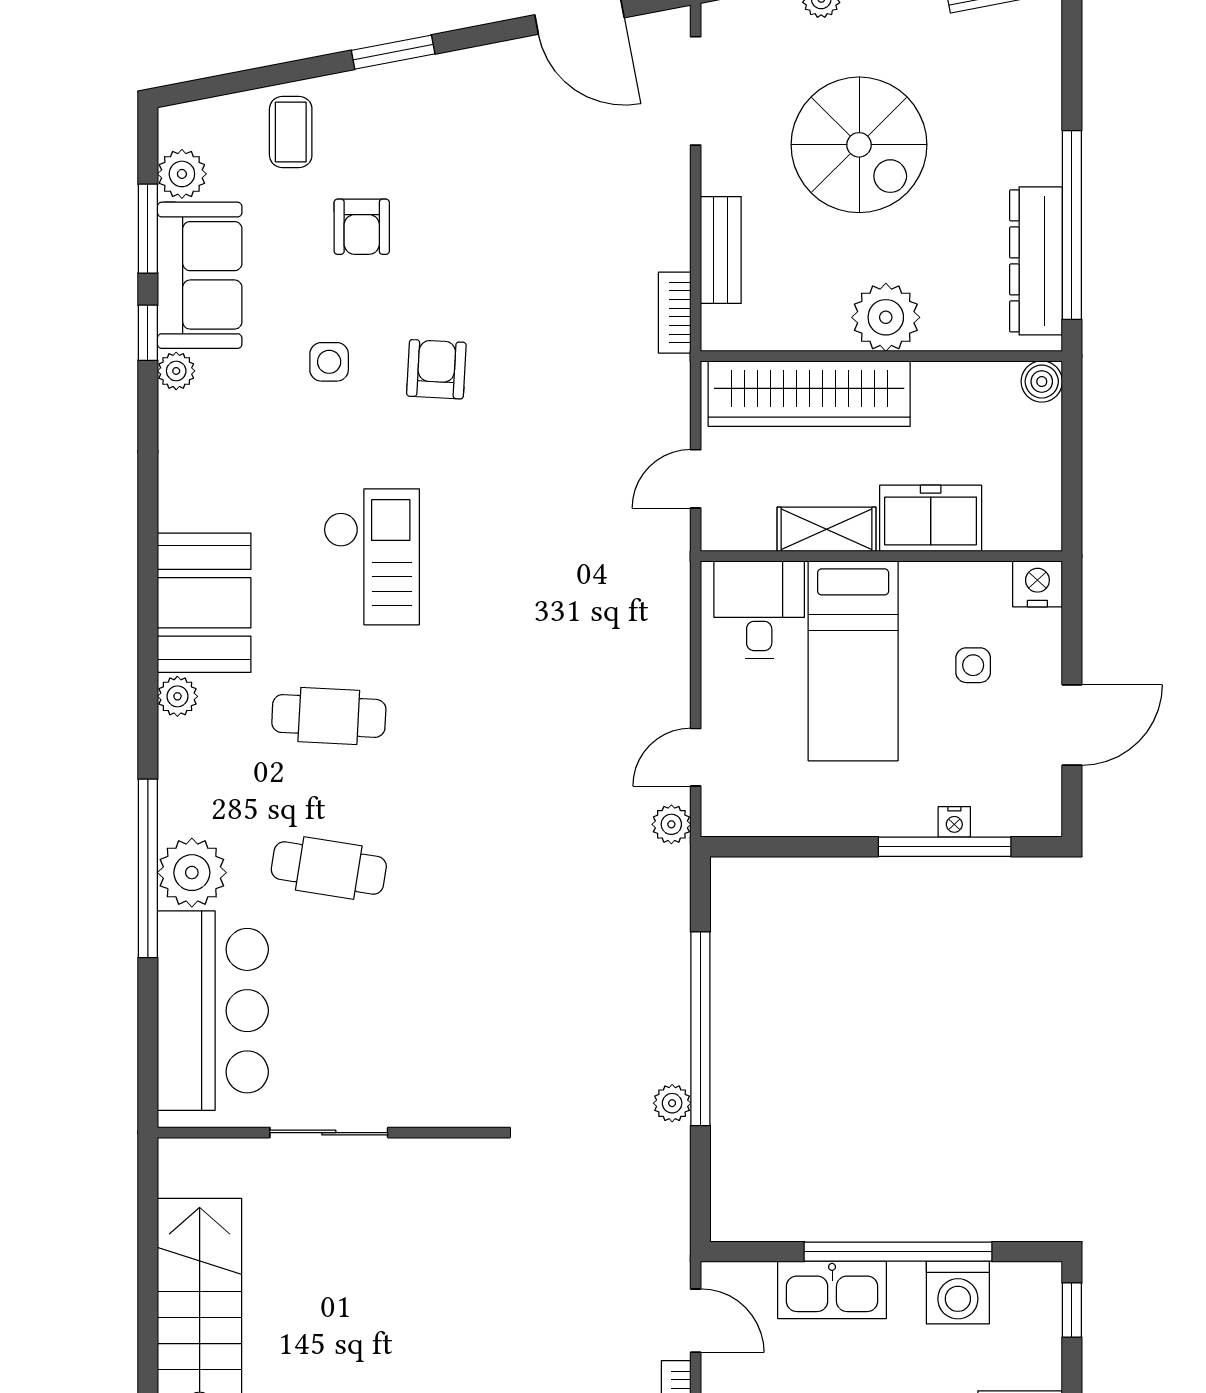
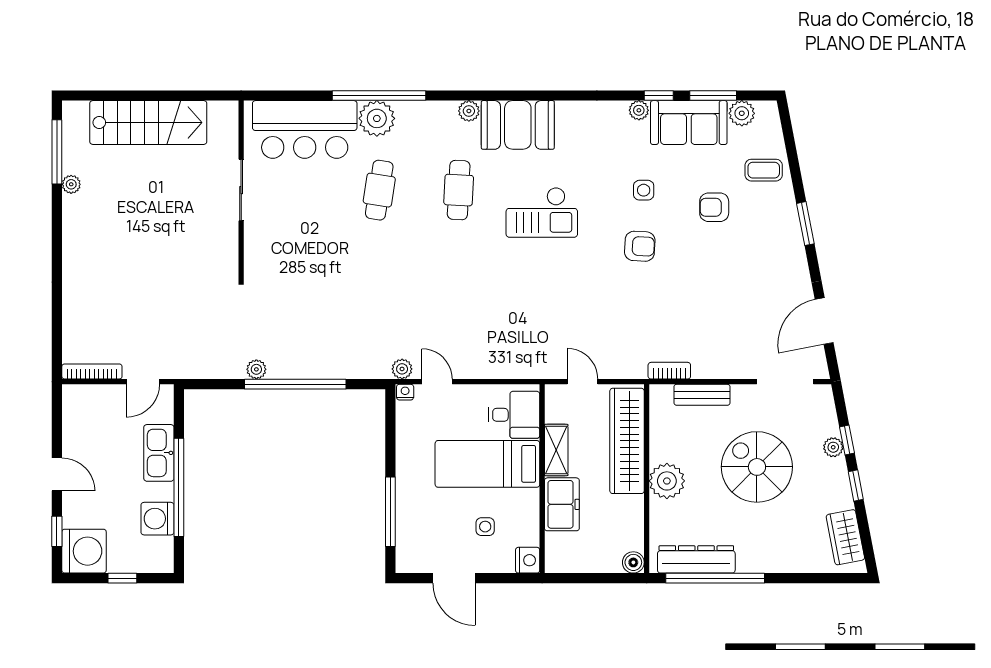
spiral stairs: (859, 145) -> (757, 467), turned 90
nightstand: (954, 822) -> (405, 392), moved, turned 90
window: (1072, 1310) -> (122, 578), moved

